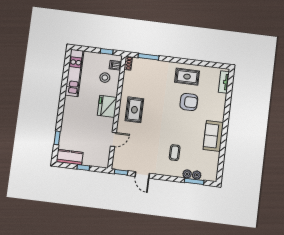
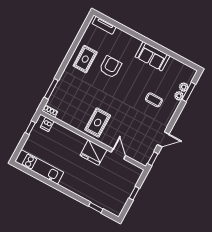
stool: (105, 78) -> (55, 139), removed
fridge: (107, 106) -> (93, 153), moved
rug: (134, 110) -> (98, 123), turned 90
kitchen counter: (70, 157) -> (119, 203), removed

